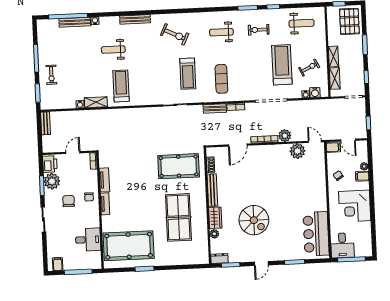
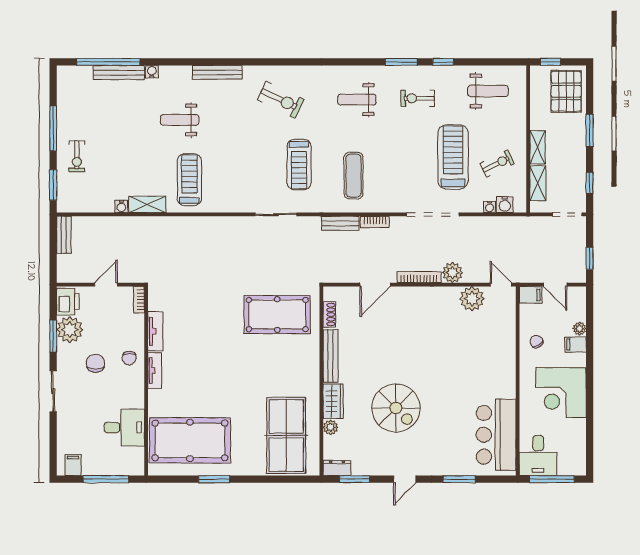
table tennis table: (178, 217) -> (286, 435), moved

